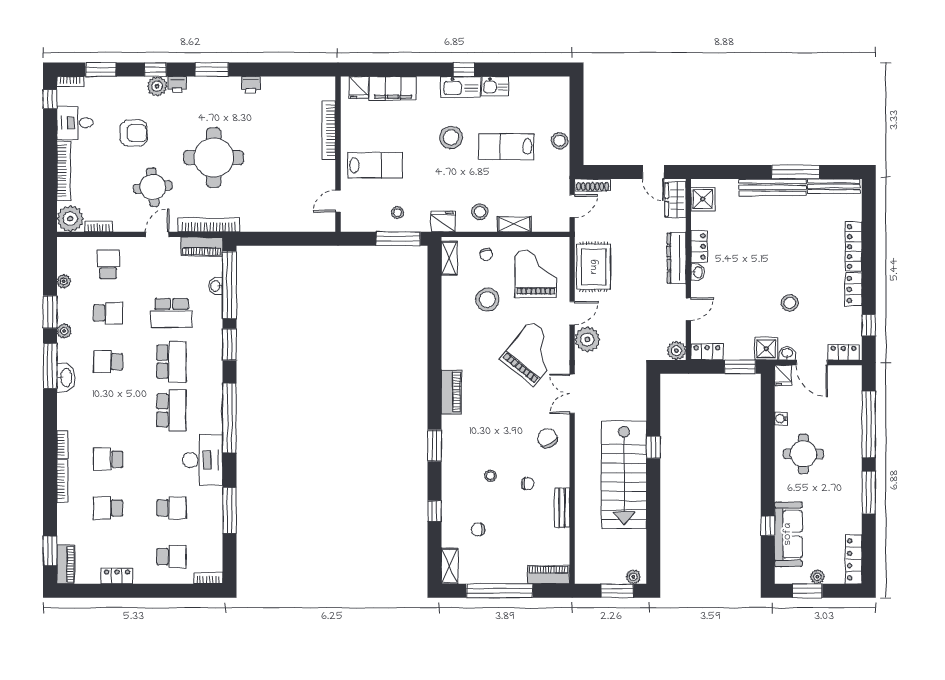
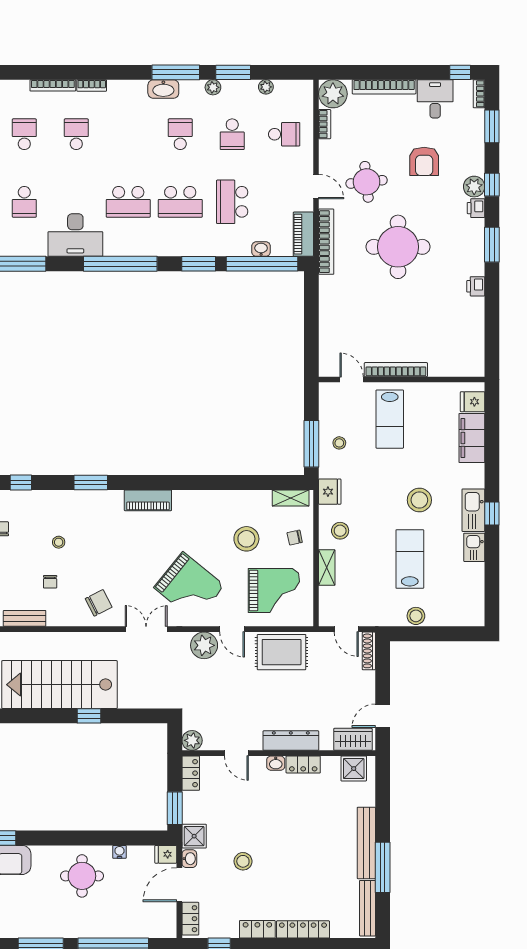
bookcase: (329, 130) -> (396, 370), moved

